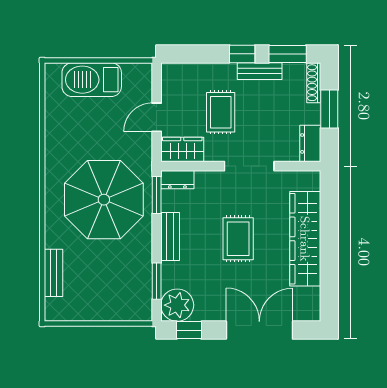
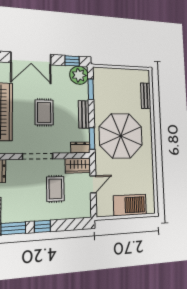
bench: (260, 71) -> (31, 216), removed

